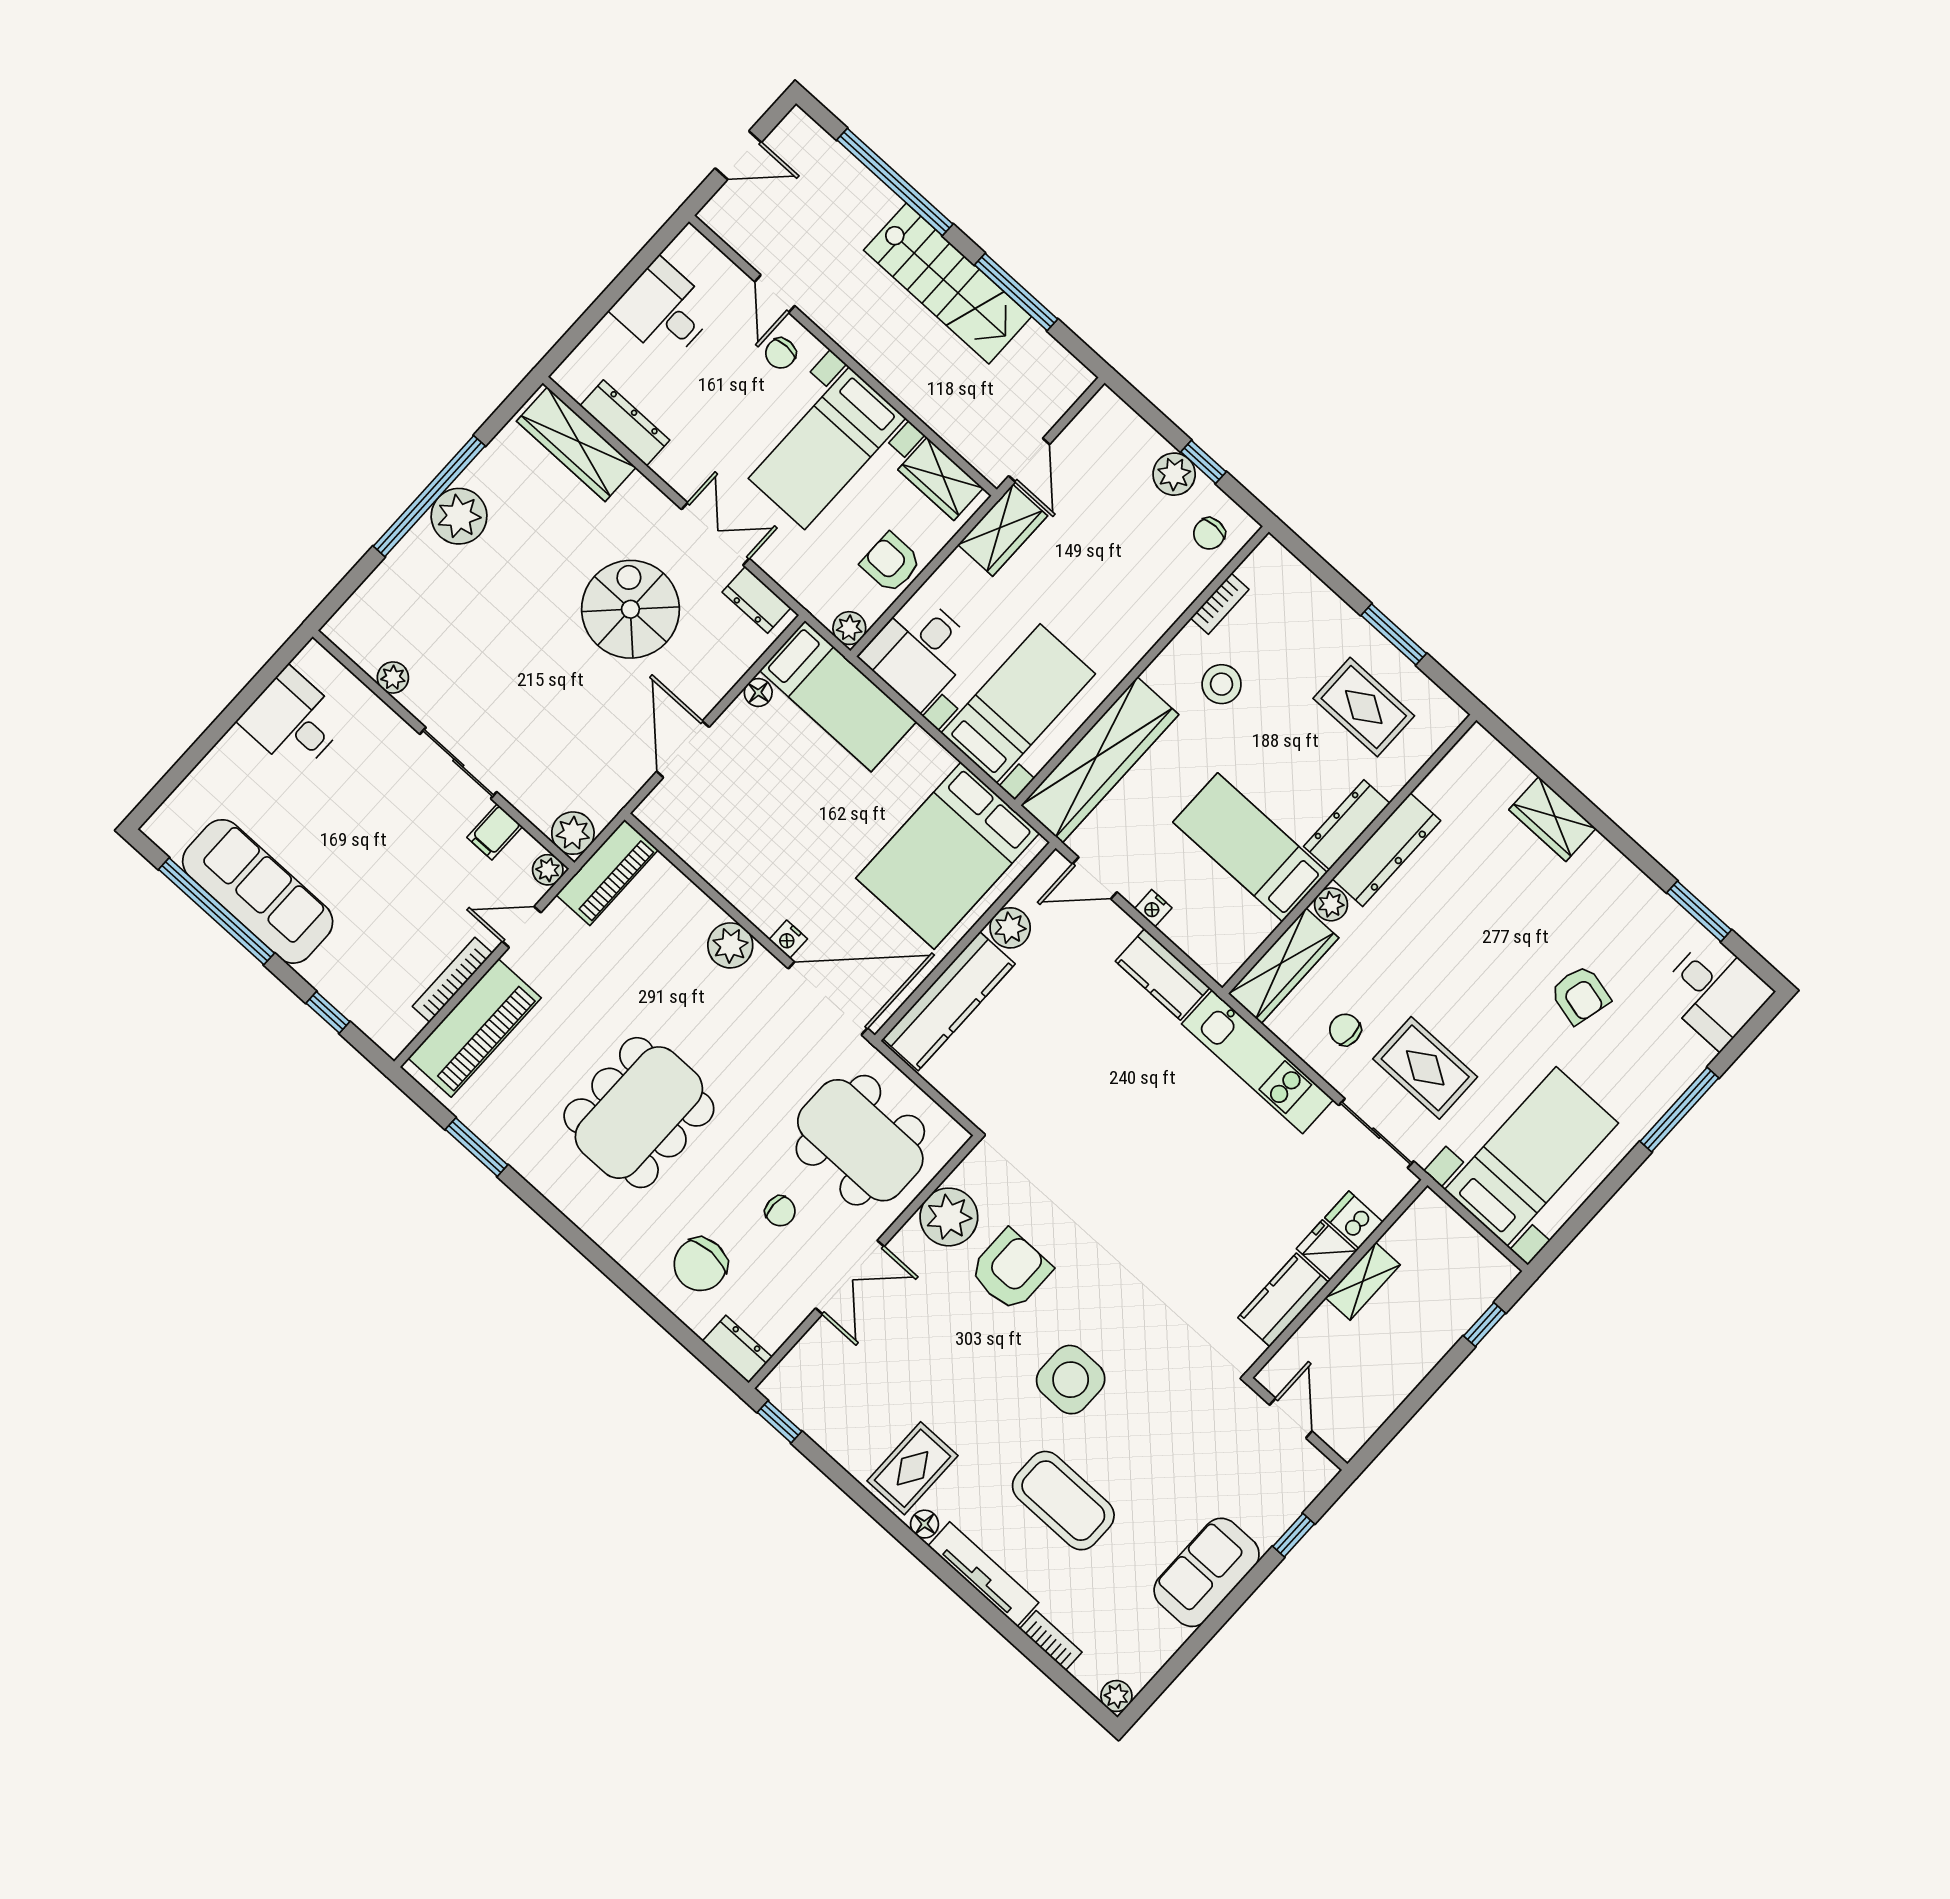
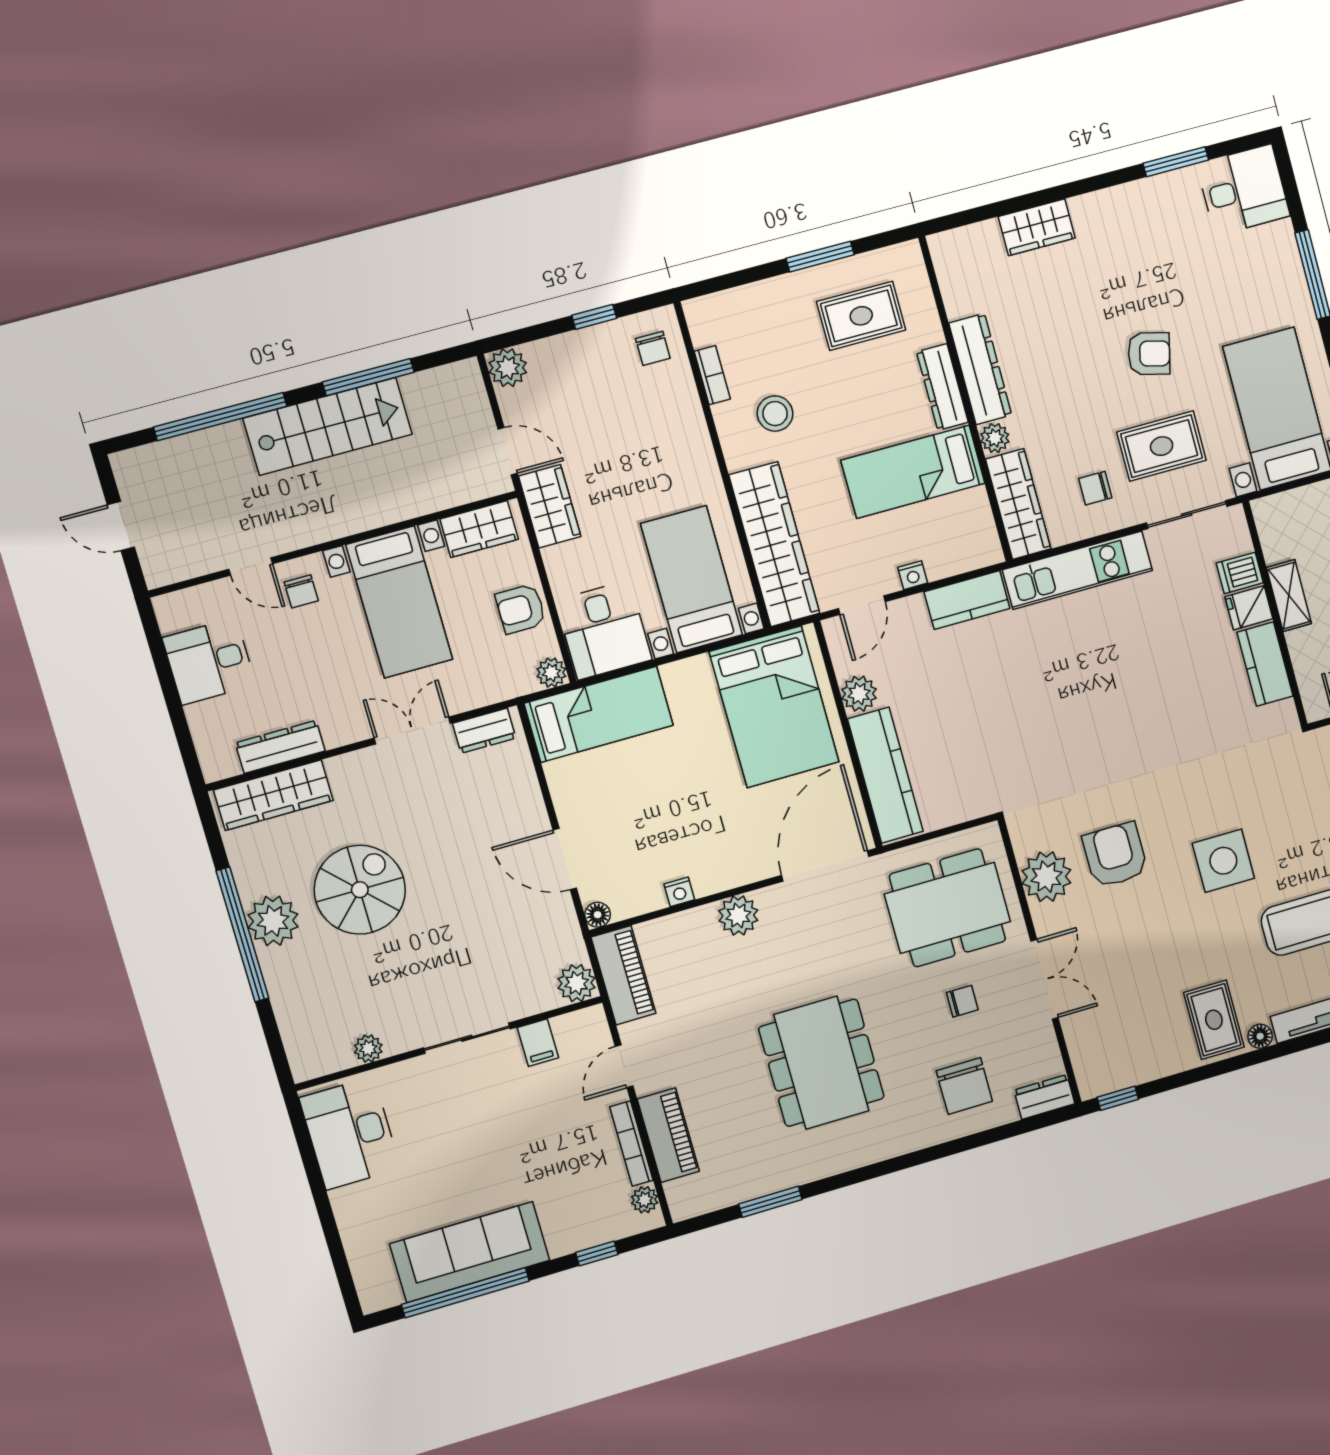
door: (738, 155) -> (121, 526), swing flipped
plant: (1174, 474) -> (508, 368), moved
spiral stairs: (630, 609) -> (360, 890), moved, turned 90
floor lamp: (758, 693) -> (598, 915), moved
desk: (293, 721) -> (350, 1133), width x1.37
plant: (548, 870) -> (645, 1200), moved
nightstand: (788, 939) -> (679, 892), moved
armchair: (1580, 995) -> (1149, 354), moved
piano: (475, 1028) -> (668, 1135), width x0.73, depth x0.75

